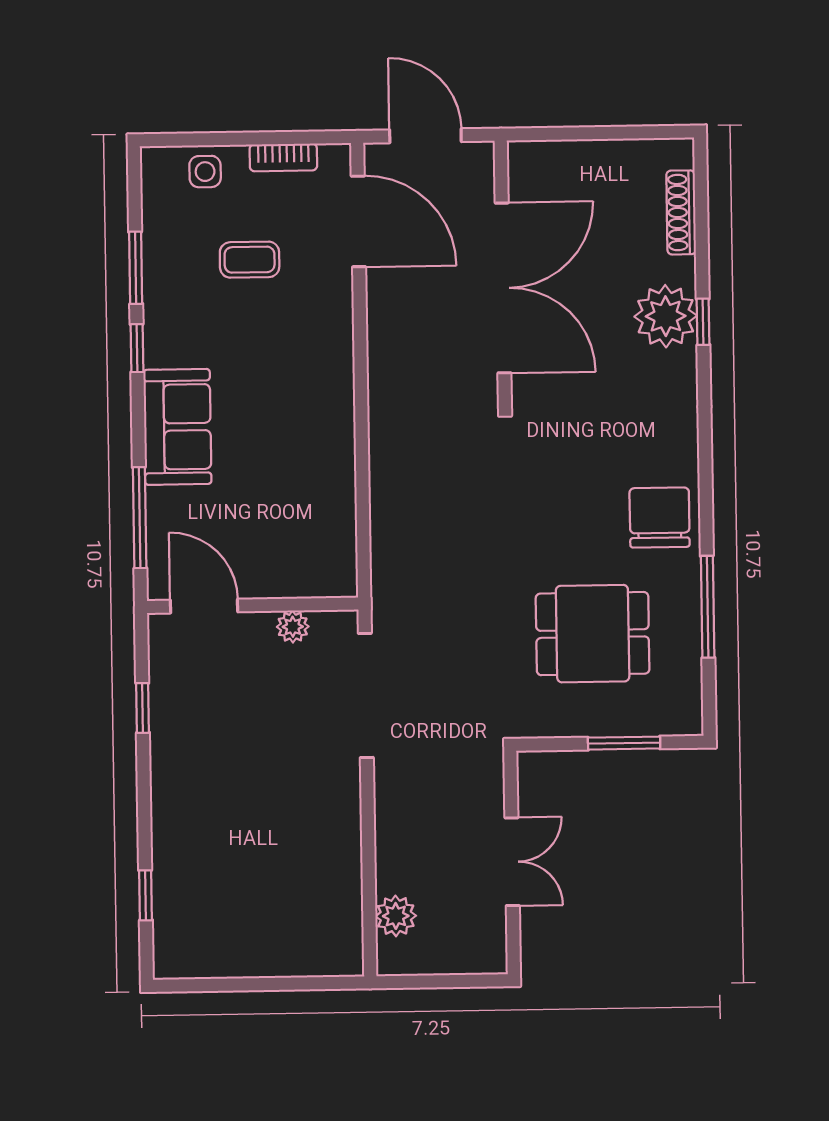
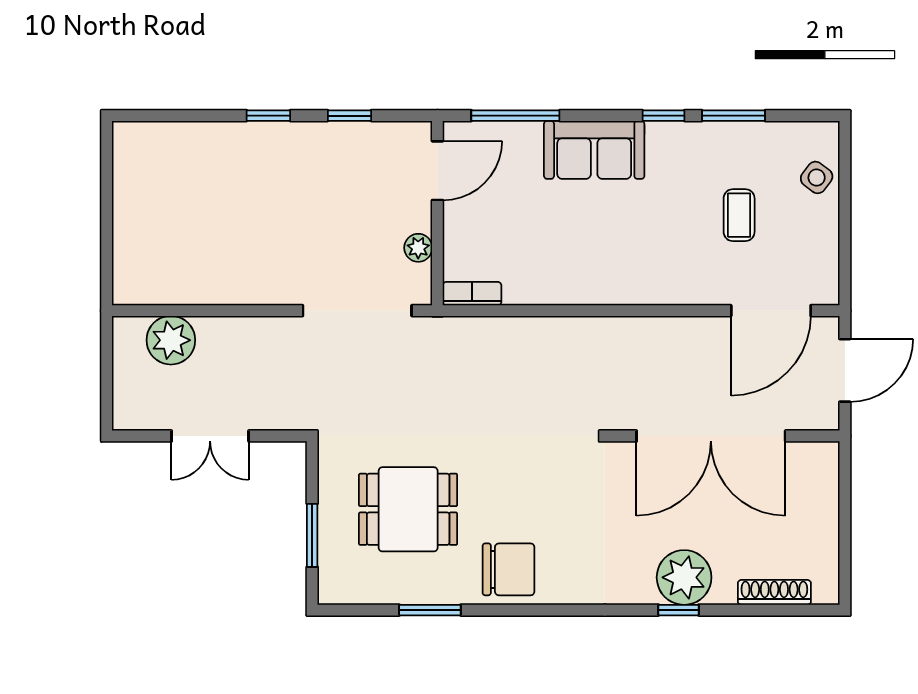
bookcase: (283, 157) -> (472, 294), moved, turned 90
side table: (205, 172) -> (817, 177), turned 37
window: (708, 607) -> (430, 610), width x0.69
dining table: (593, 634) -> (408, 509), turned 90
window: (146, 895) -> (268, 116), moved
plant: (396, 916) -> (171, 340), width x1.36, depth x1.36

